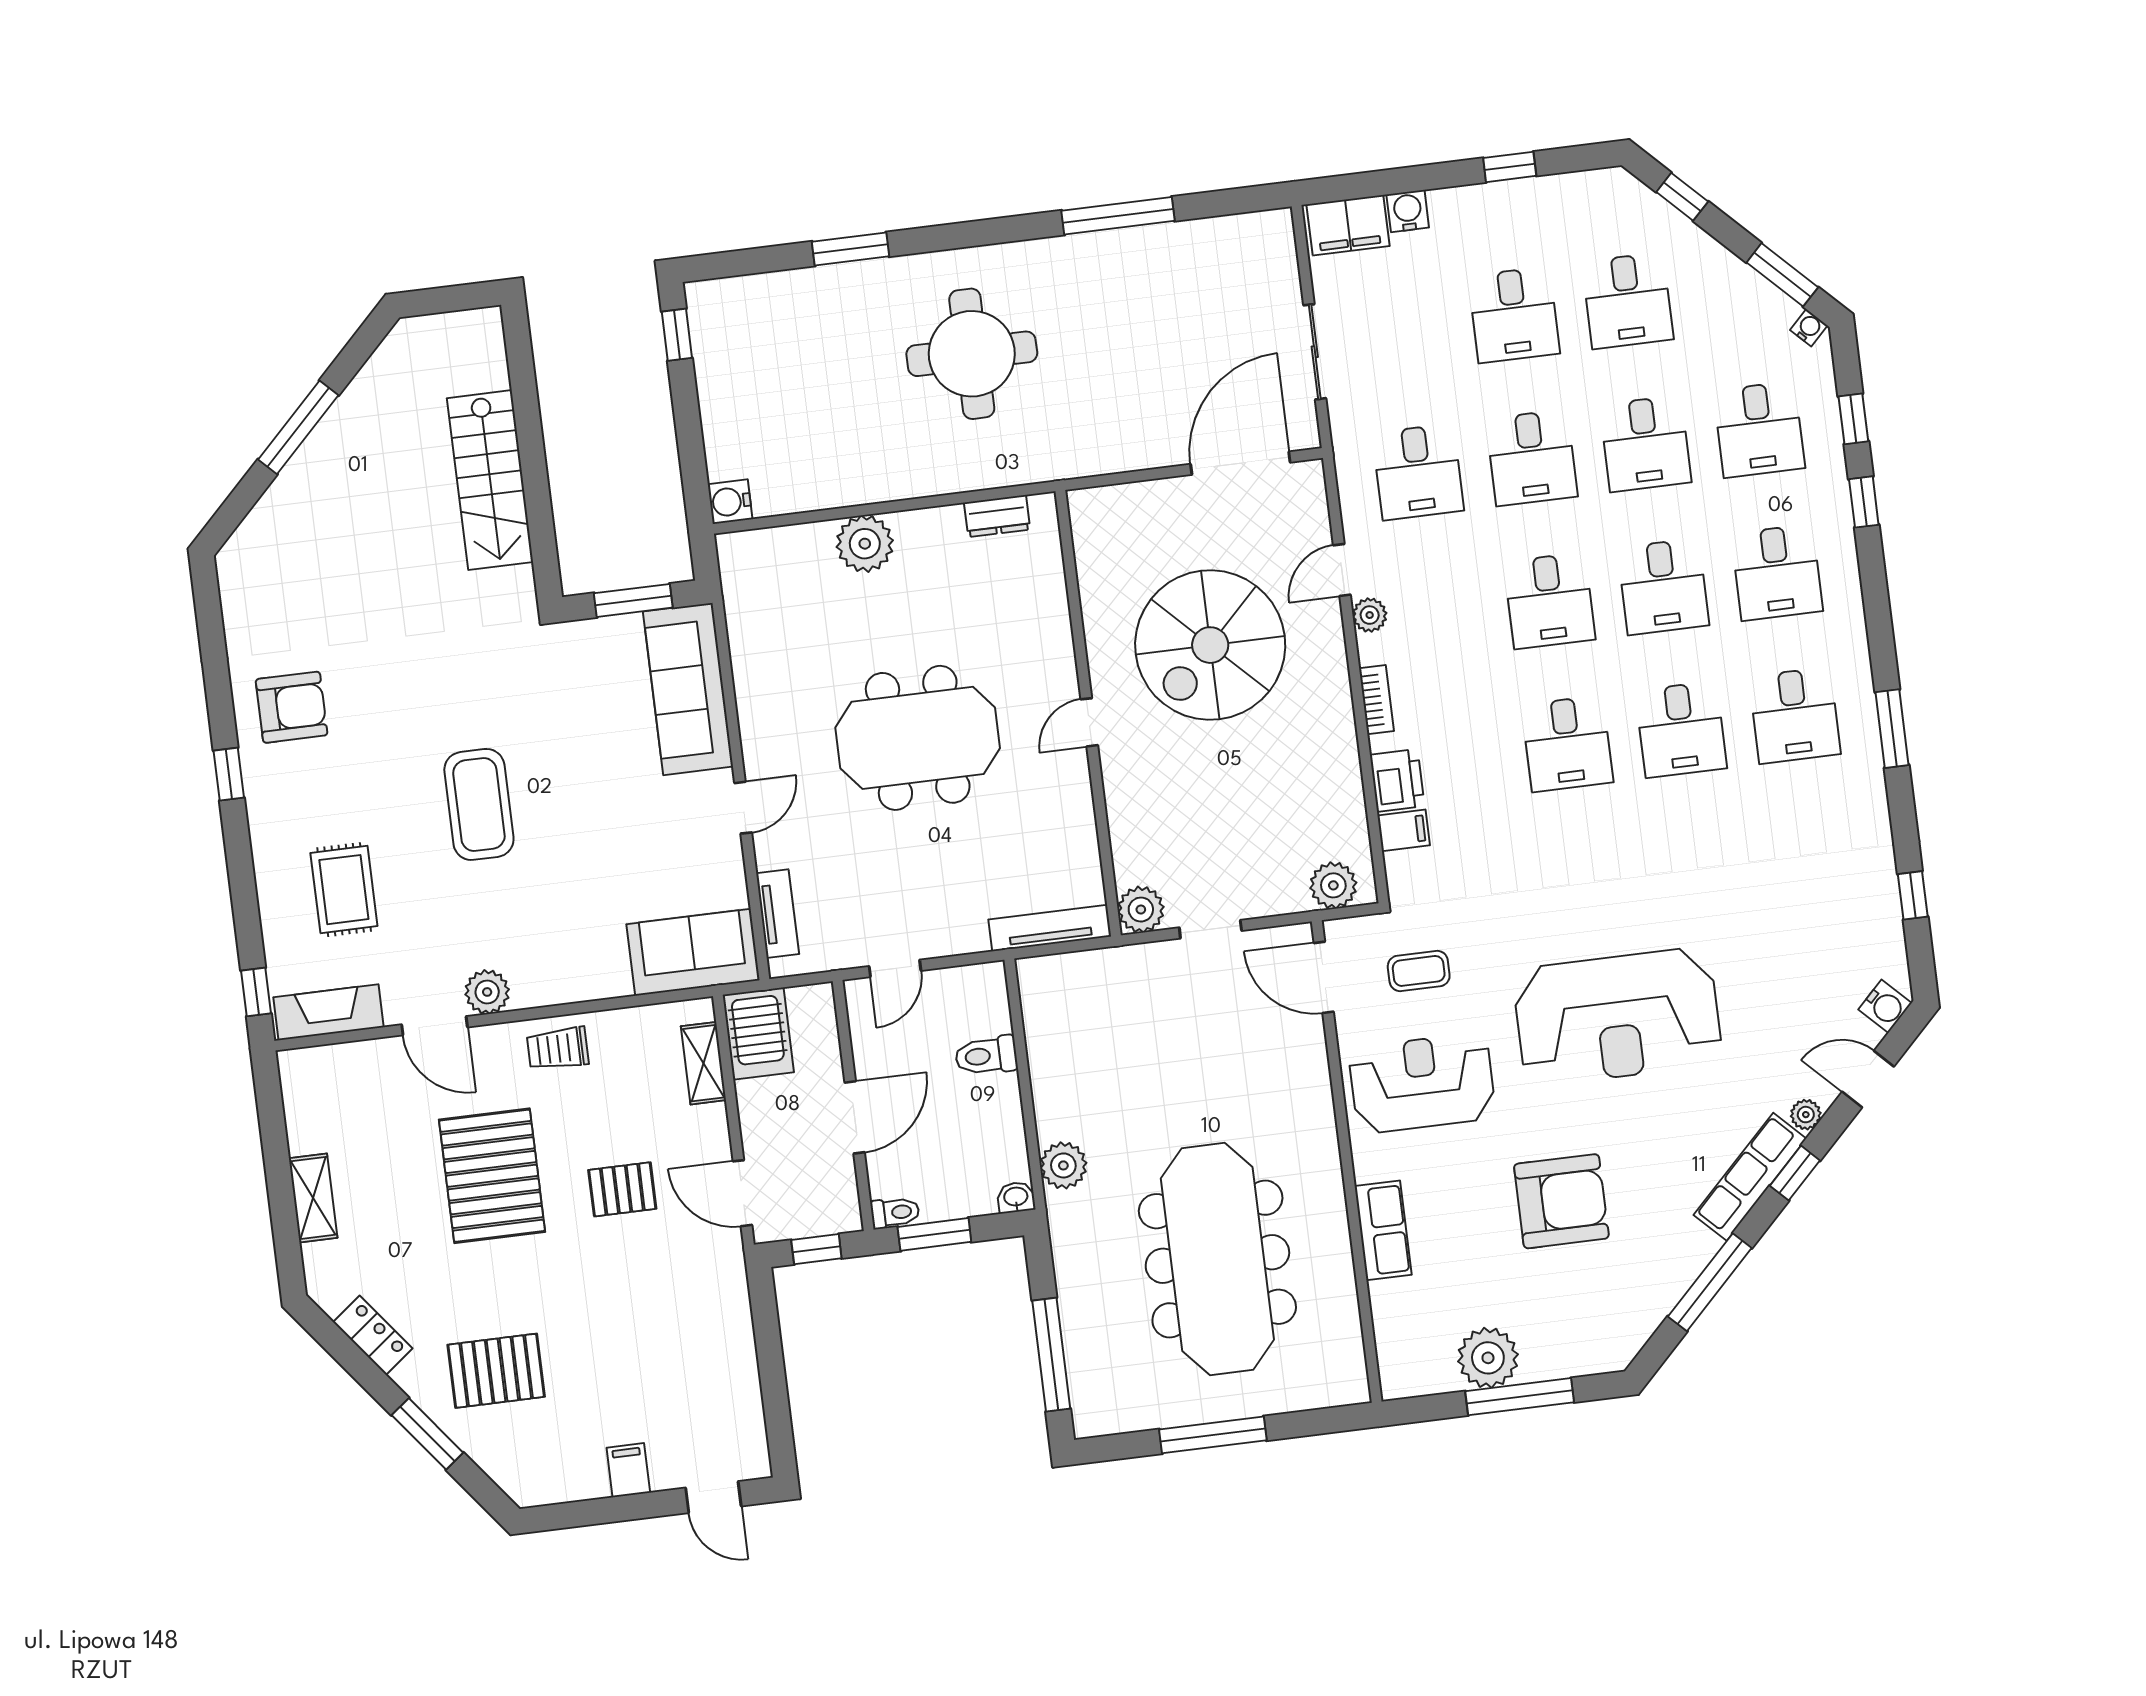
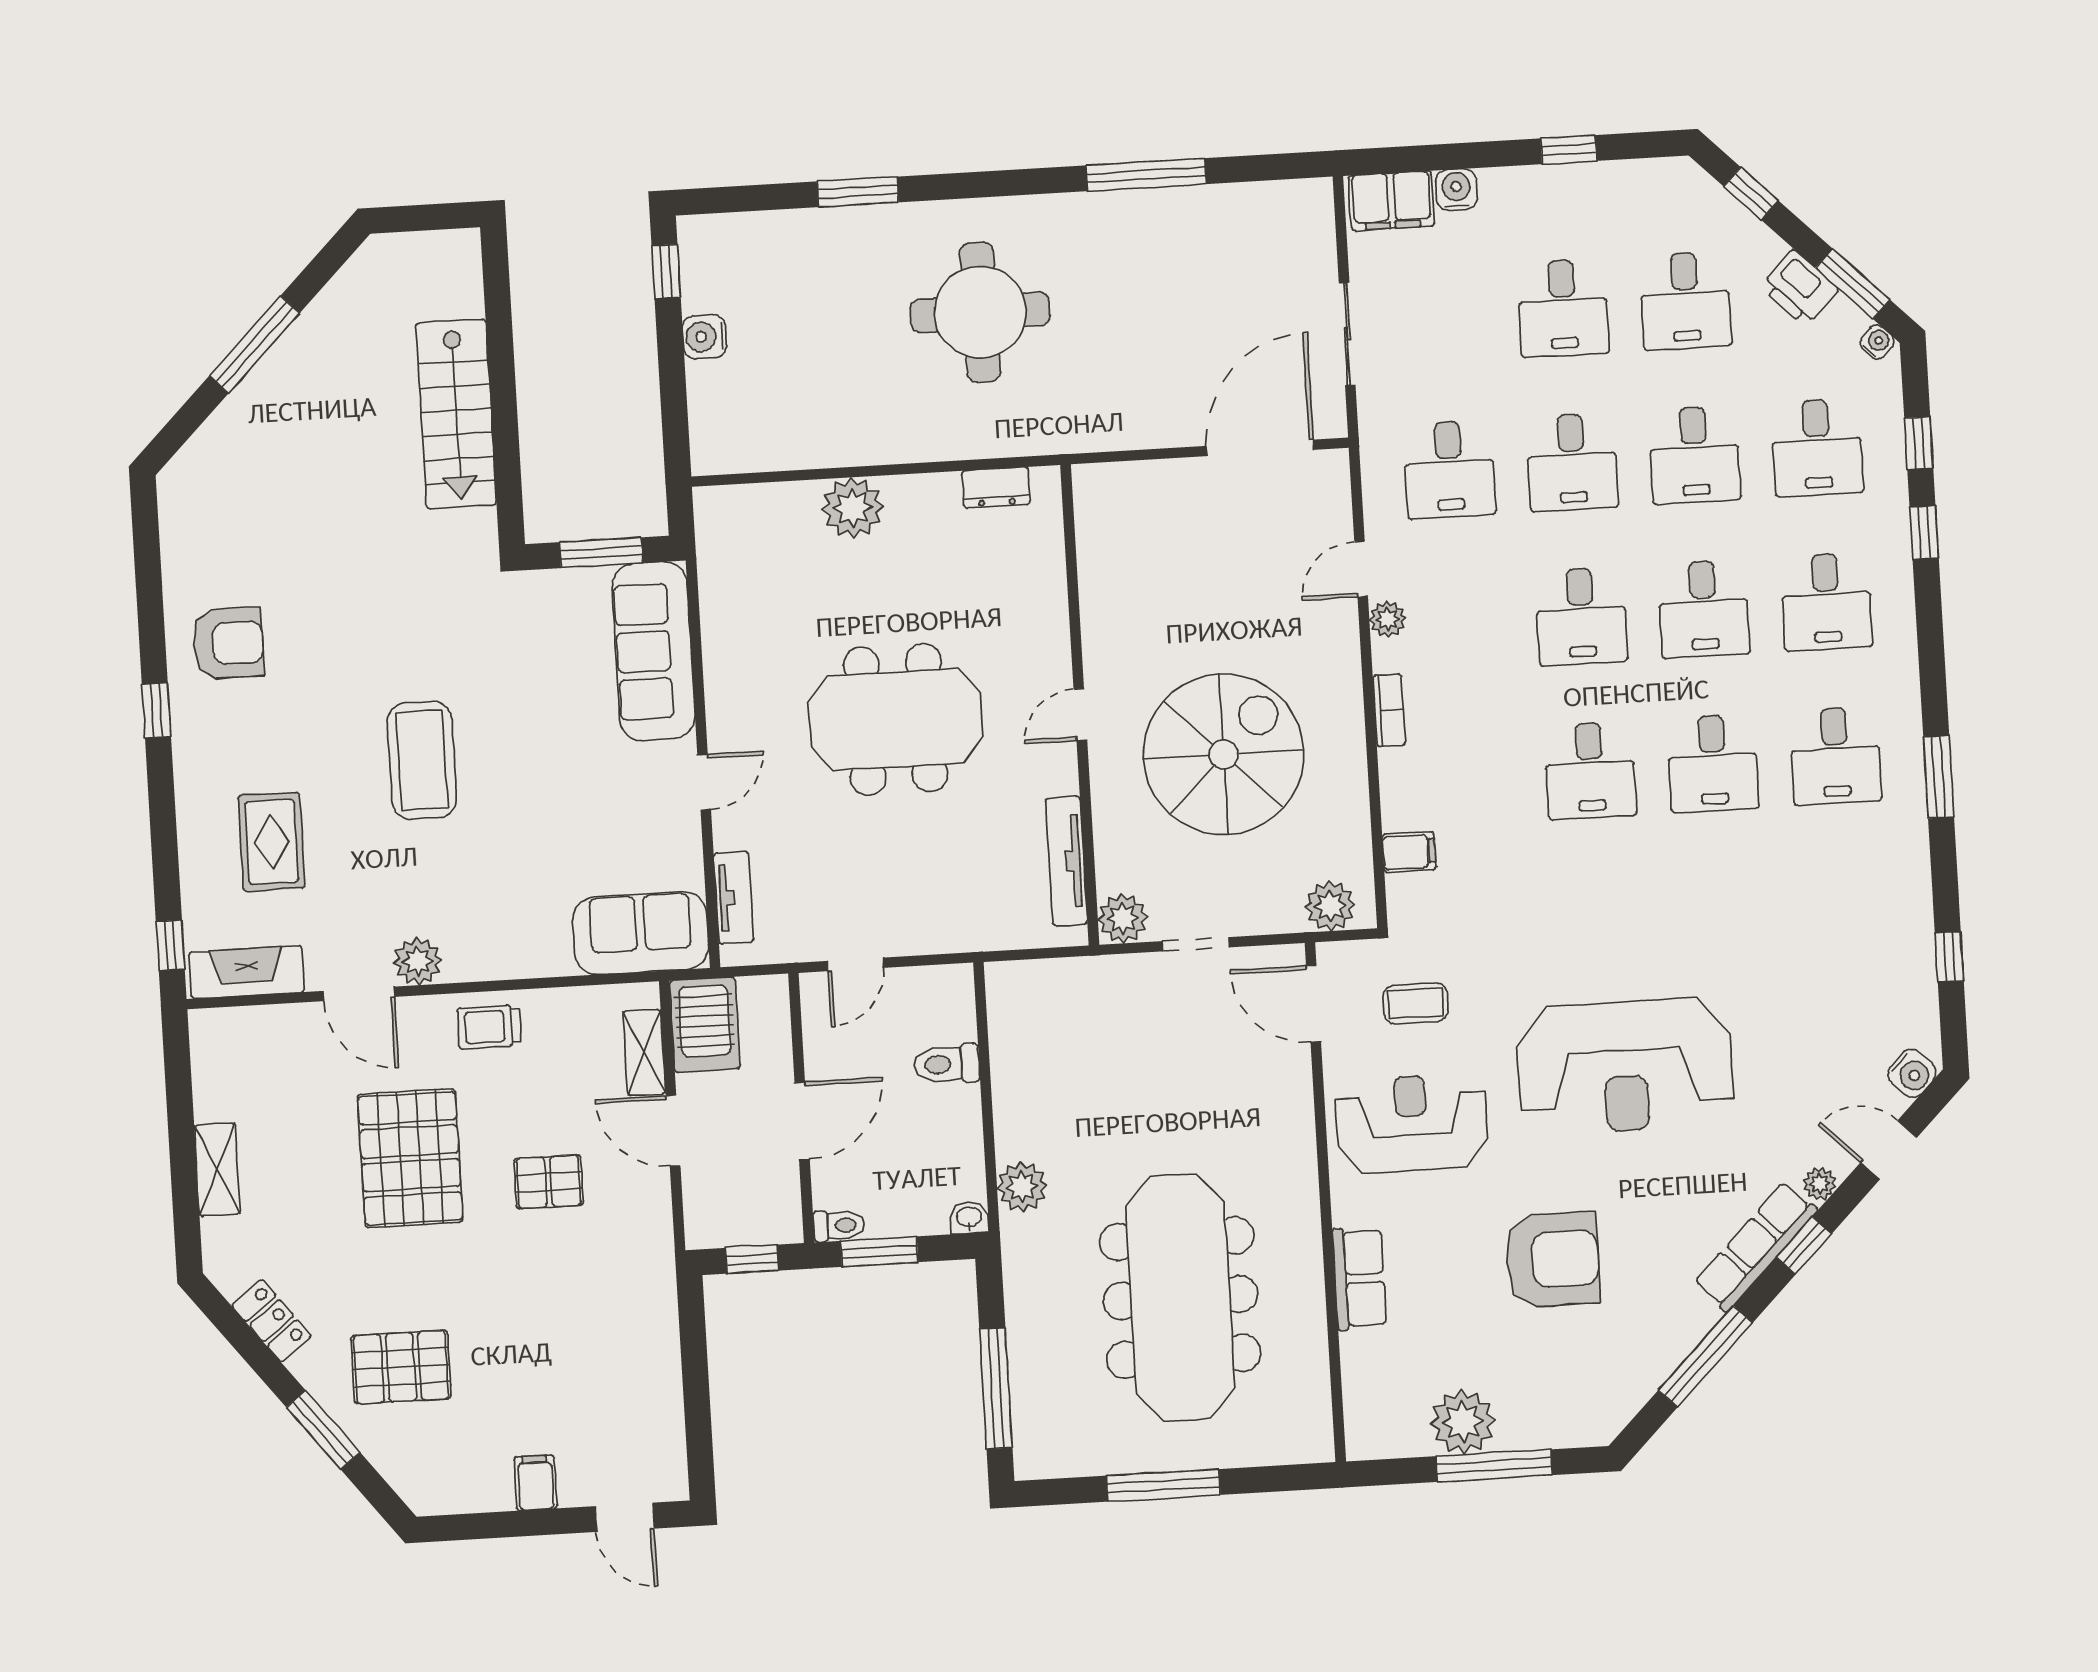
water cooler: (730, 502) -> (704, 337), moved
spiral stairs: (1210, 645) -> (1224, 754), moved, turned 180
printer: (1397, 780) -> (1799, 288), moved, turned 135
tv unit: (1050, 928) -> (1066, 861), moved, turned -90
door: (742, 1193) -> (673, 1131), moved

